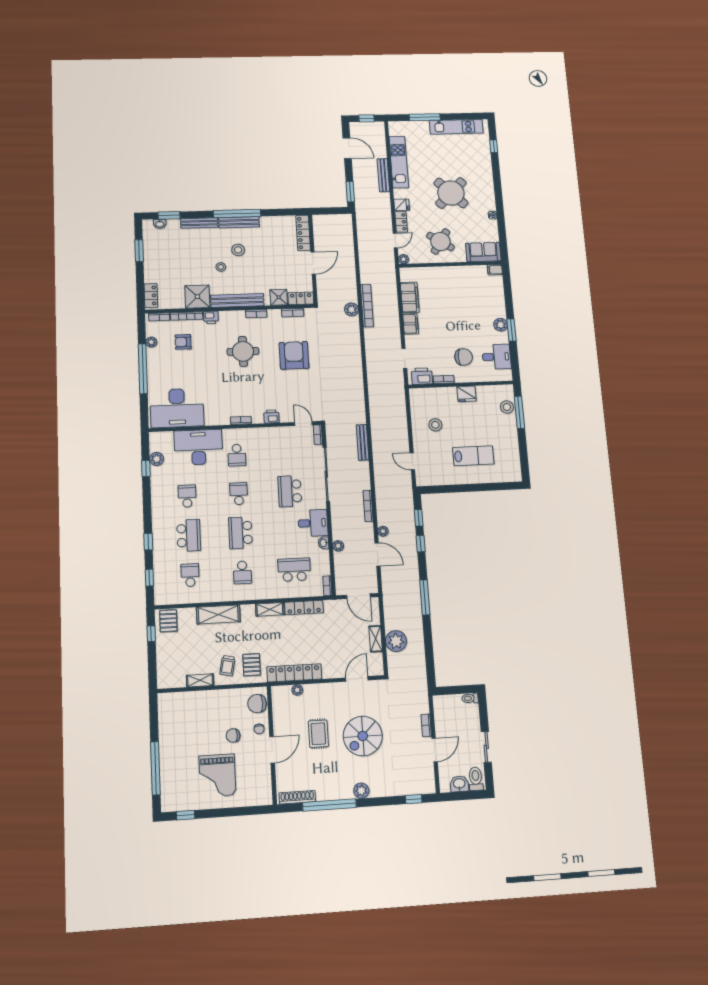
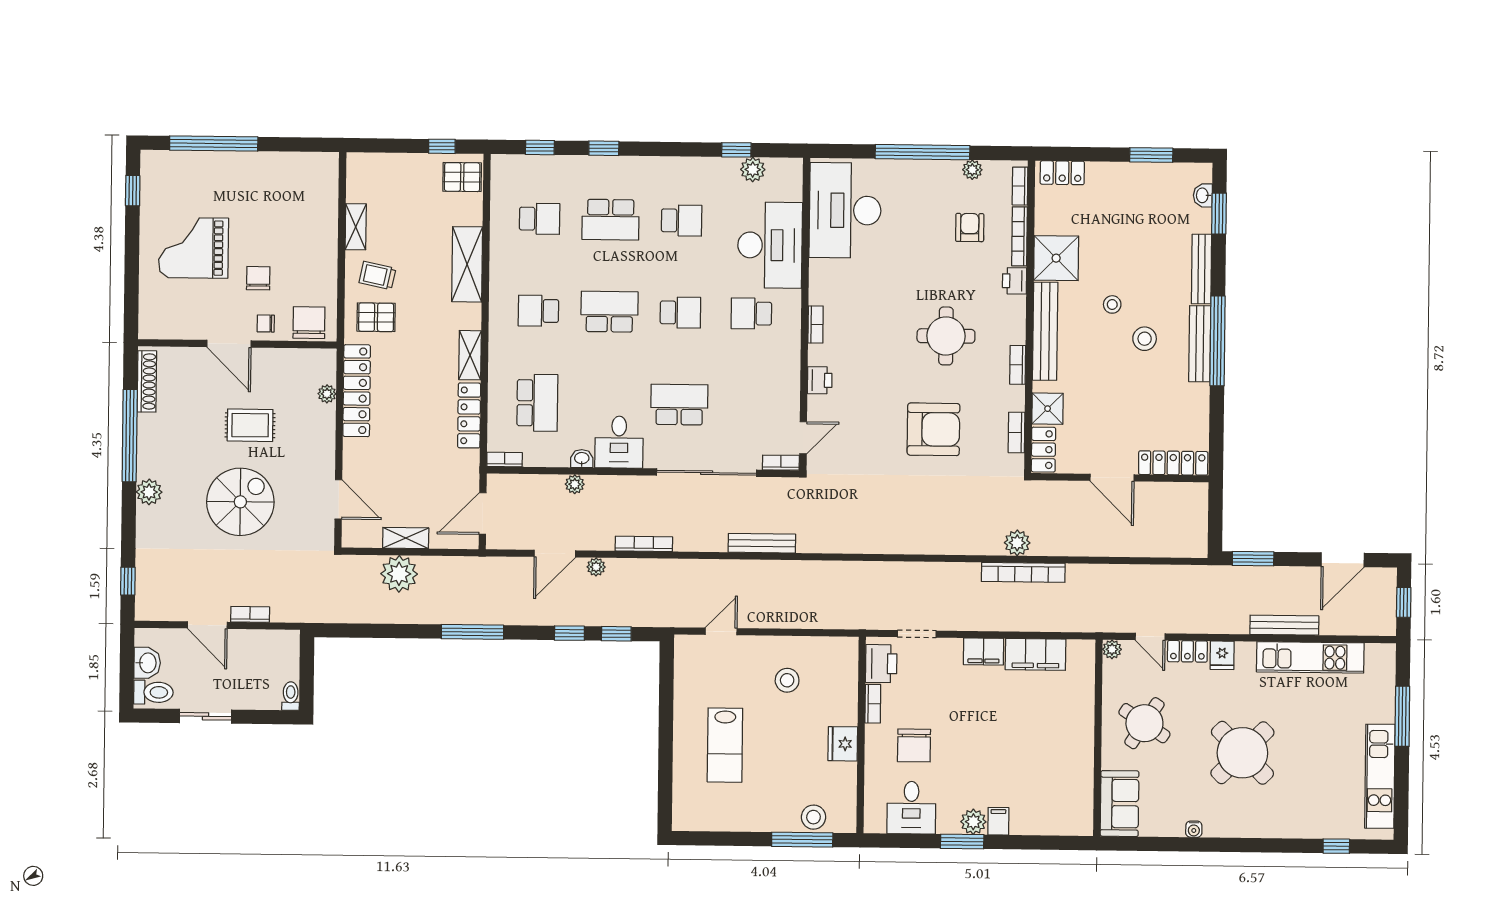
filing cabinet: (495, 270) -> (998, 821), moved
spiral stairs: (363, 736) -> (240, 502), turned 90

